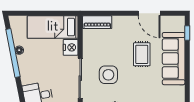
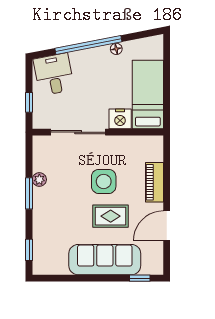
piano: (97, 22) -> (154, 182), moved
window: (13, 53) -> (88, 45), moved
side table: (108, 75) -> (104, 181), moved

